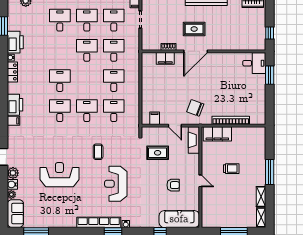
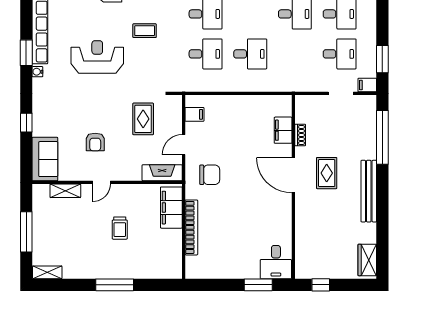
desk: (114, 50) -> (295, 54), removed
chair: (195, 108) -> (210, 175), turned 70
shelving: (261, 197) -> (65, 191), moved
sofa: (179, 219) -> (45, 159), width x0.73

